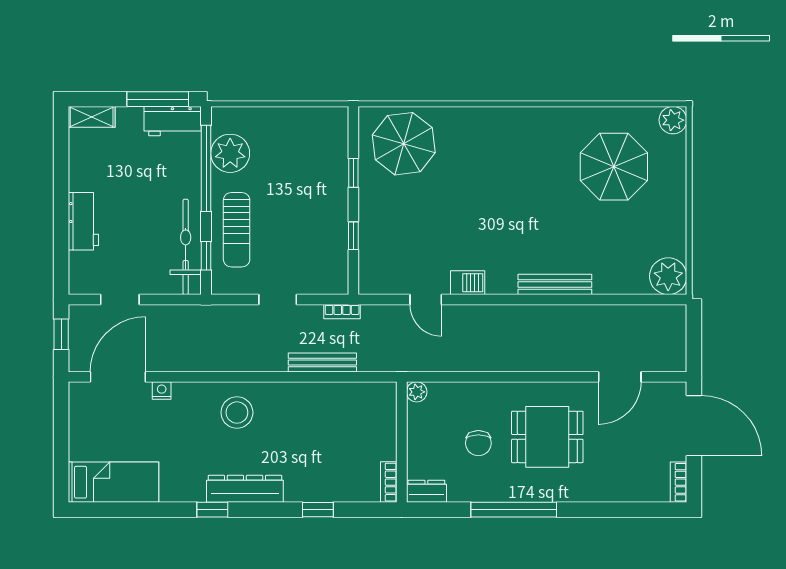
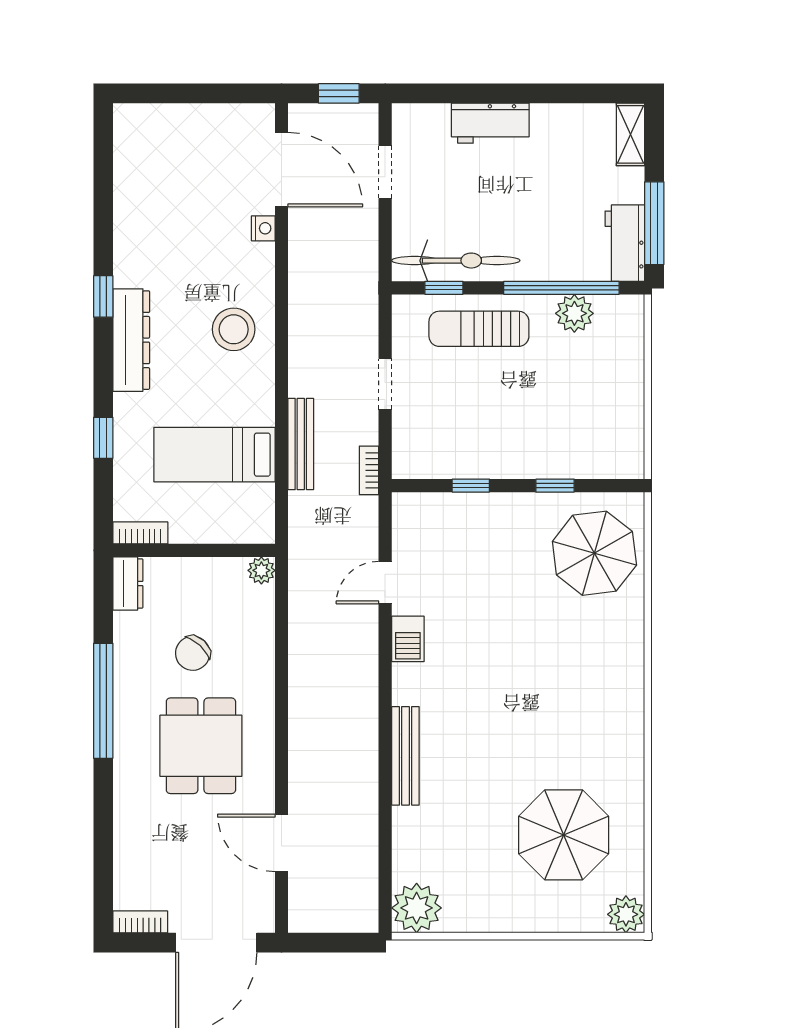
plant: (230, 153) -> (574, 313), width x0.73, depth x0.73
chair: (478, 443) -> (193, 653), turned -47
bed: (114, 482) -> (214, 455), moved, turned 90

